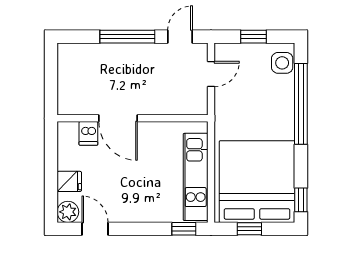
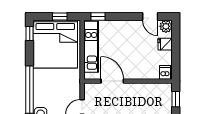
window: (51, 87) -> (176, 99), added
door: (118, 118) -> (112, 81), moved
dishwasher: (88, 133) -> (165, 72), moved

